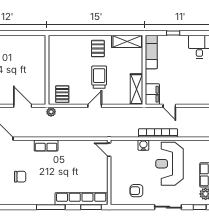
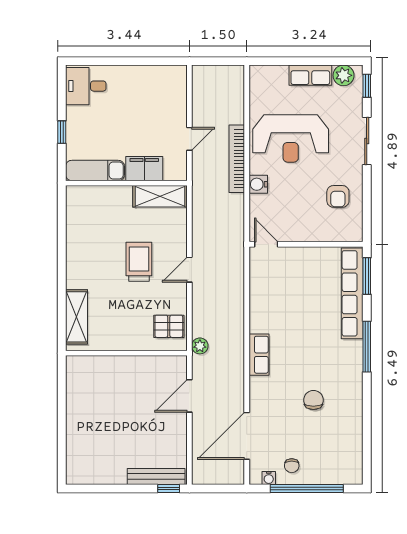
shelving: (127, 41) -> (76, 317), moved
pallet: (98, 49) -> (89, 264), removed
trolley: (99, 77) -> (139, 262), turned 90
filing cabinet: (152, 94) -> (144, 169), moved
door: (95, 106) -> (189, 270), hinge flipped
door: (109, 150) -> (266, 244), swing flipped

